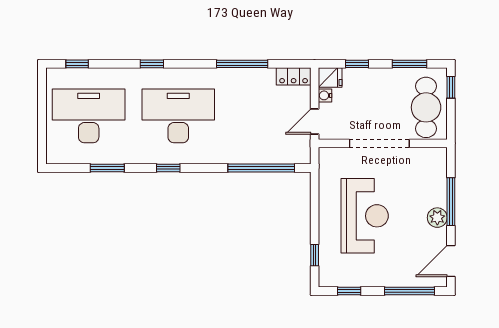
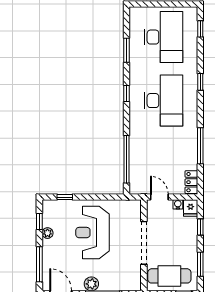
reception desk: (365, 216) -> (93, 233), turned 90
plant: (366, 280) -> (47, 233), added

